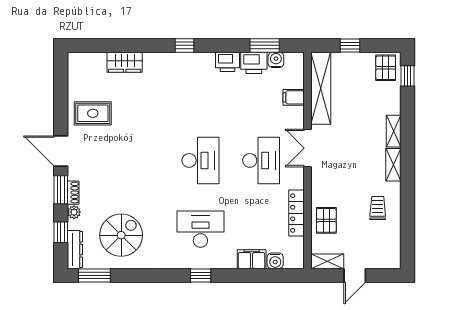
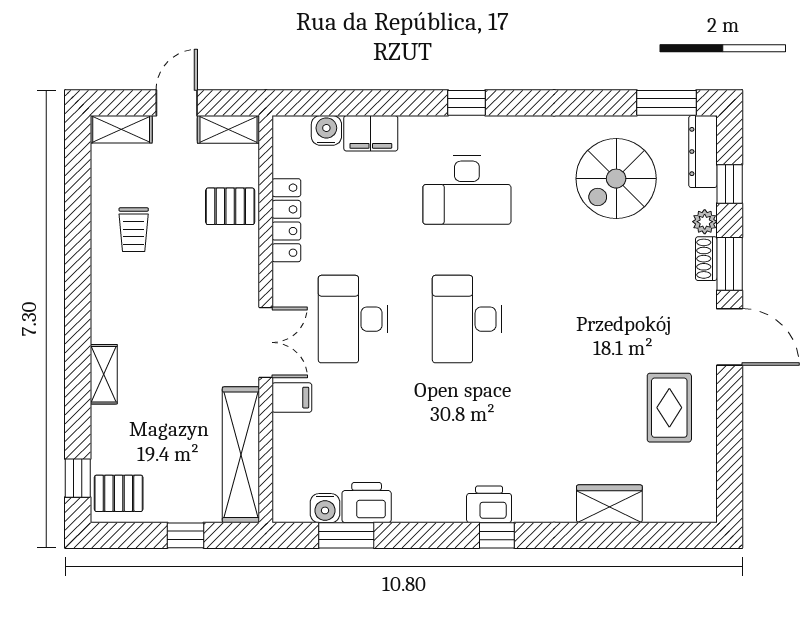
printer: (228, 62) -> (489, 504), moved
pallet: (386, 68) -> (119, 493), turned 90
filing cabinet: (294, 97) -> (292, 398), moved
rug: (93, 113) -> (669, 408), turned 90
shelving: (393, 165) -> (121, 129), moved, turned 90
pallet: (326, 220) -> (230, 206), turned 90

